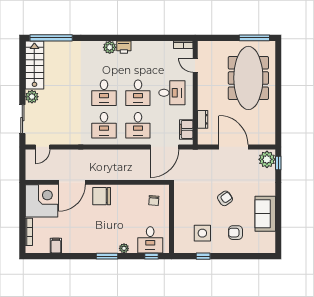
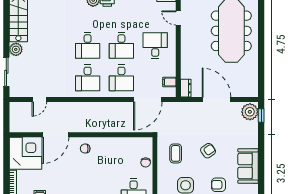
desk: (172, 93) -> (155, 46), turned -90
dresser: (203, 119) -> (186, 88), moved
filing cabinet: (186, 129) -> (169, 82), width x0.50
door: (43, 147) -> (39, 100), moved
chair: (102, 196) -> (85, 149), width x0.54, depth x0.54
chair: (154, 201) -> (146, 162), moved
coffee table: (192, 201) -> (176, 153), added

